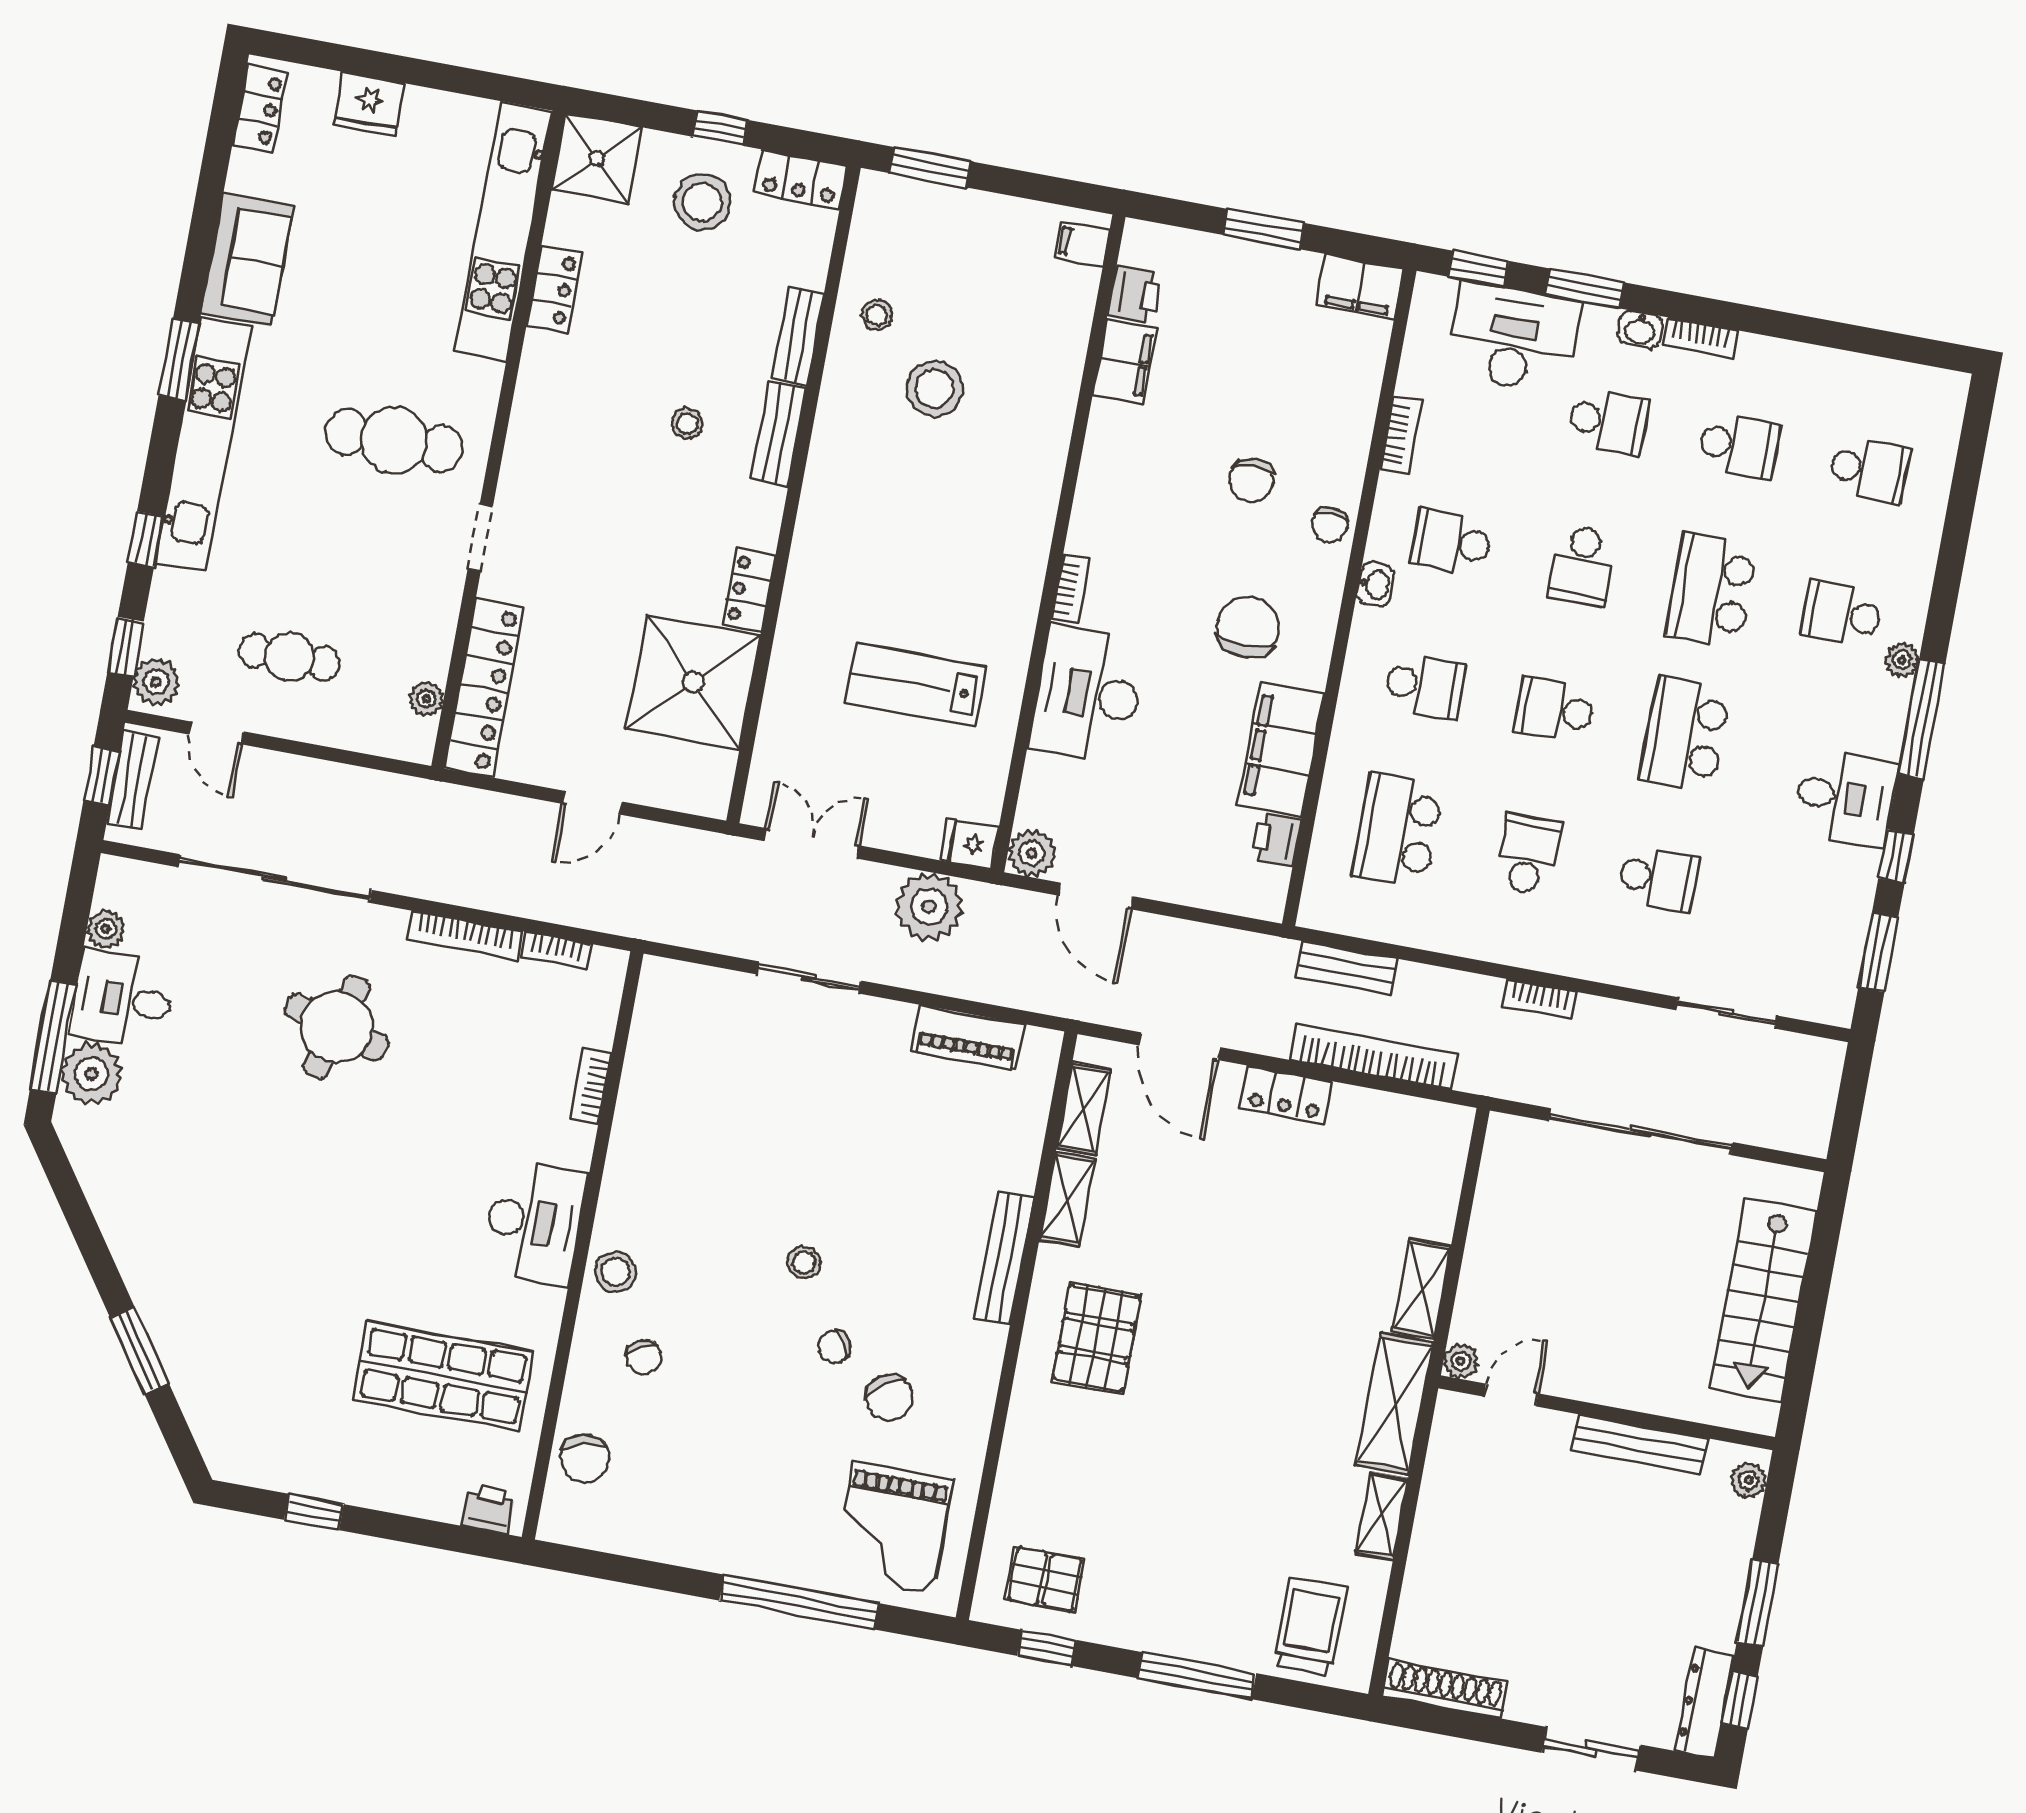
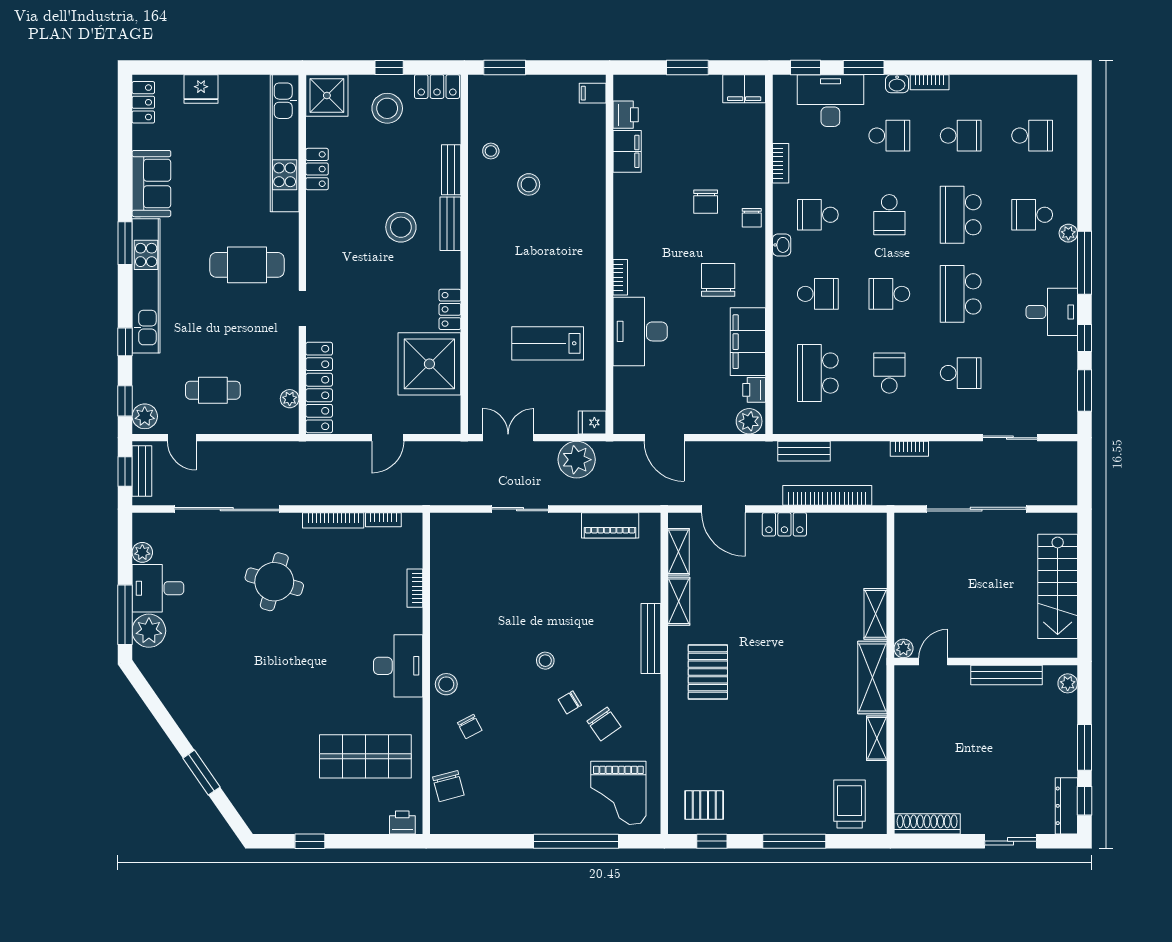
stool: (935, 389) -> (529, 184), width x0.73, depth x0.73
stool: (687, 423) -> (401, 227), width x1.89, depth x1.89
plant: (1032, 853) -> (749, 421), moved

